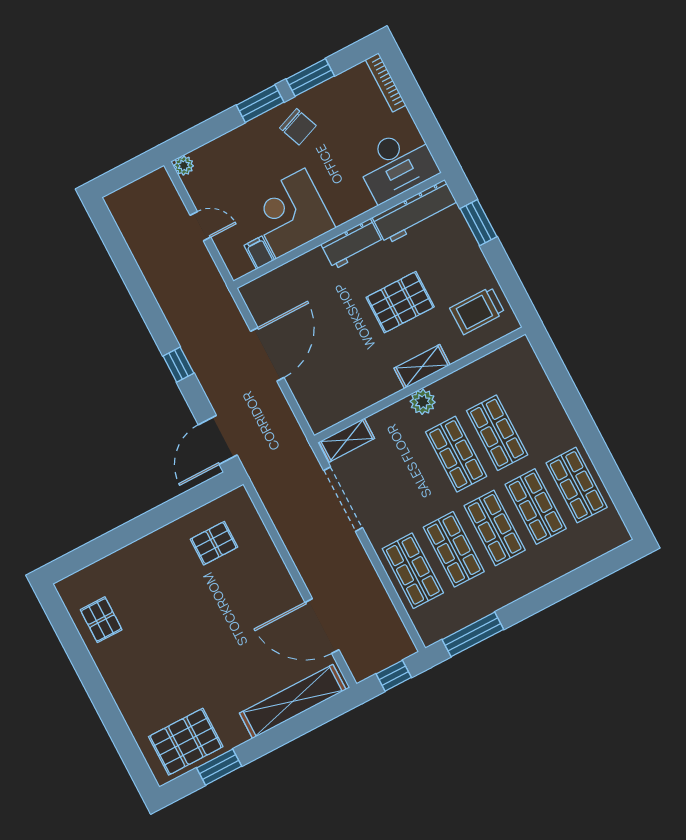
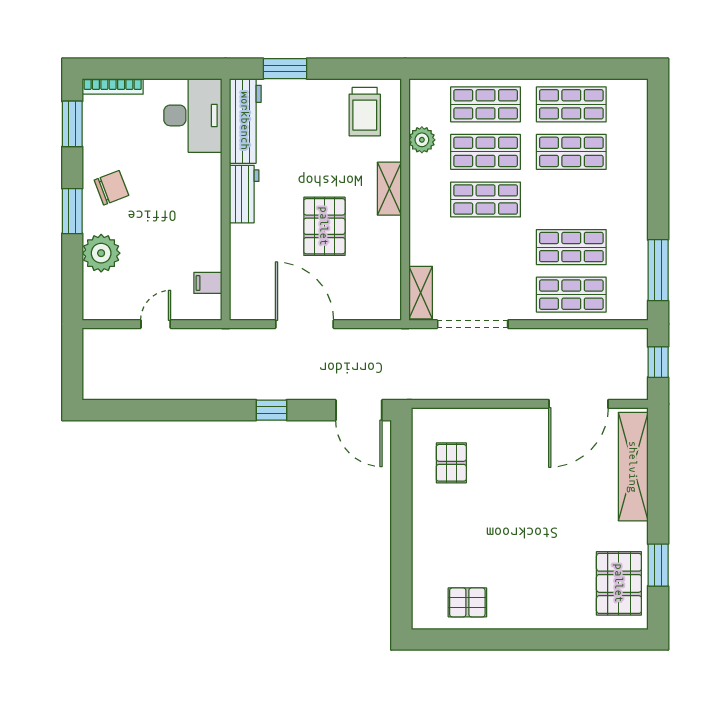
window: (310, 77) -> (72, 124), moved
plant: (184, 166) -> (101, 253), moved, width x1.87, depth x1.87
corner desk: (291, 213) -> (187, 236), removed
pallet: (400, 302) -> (324, 226), moved
plant: (423, 402) -> (422, 140), moved
shop shelf: (495, 528) -> (486, 104), moved

